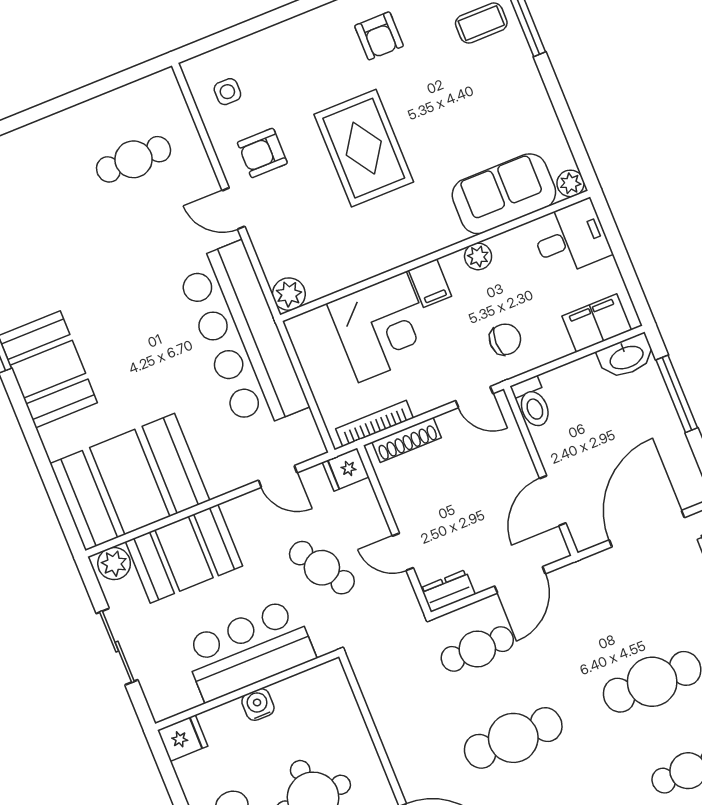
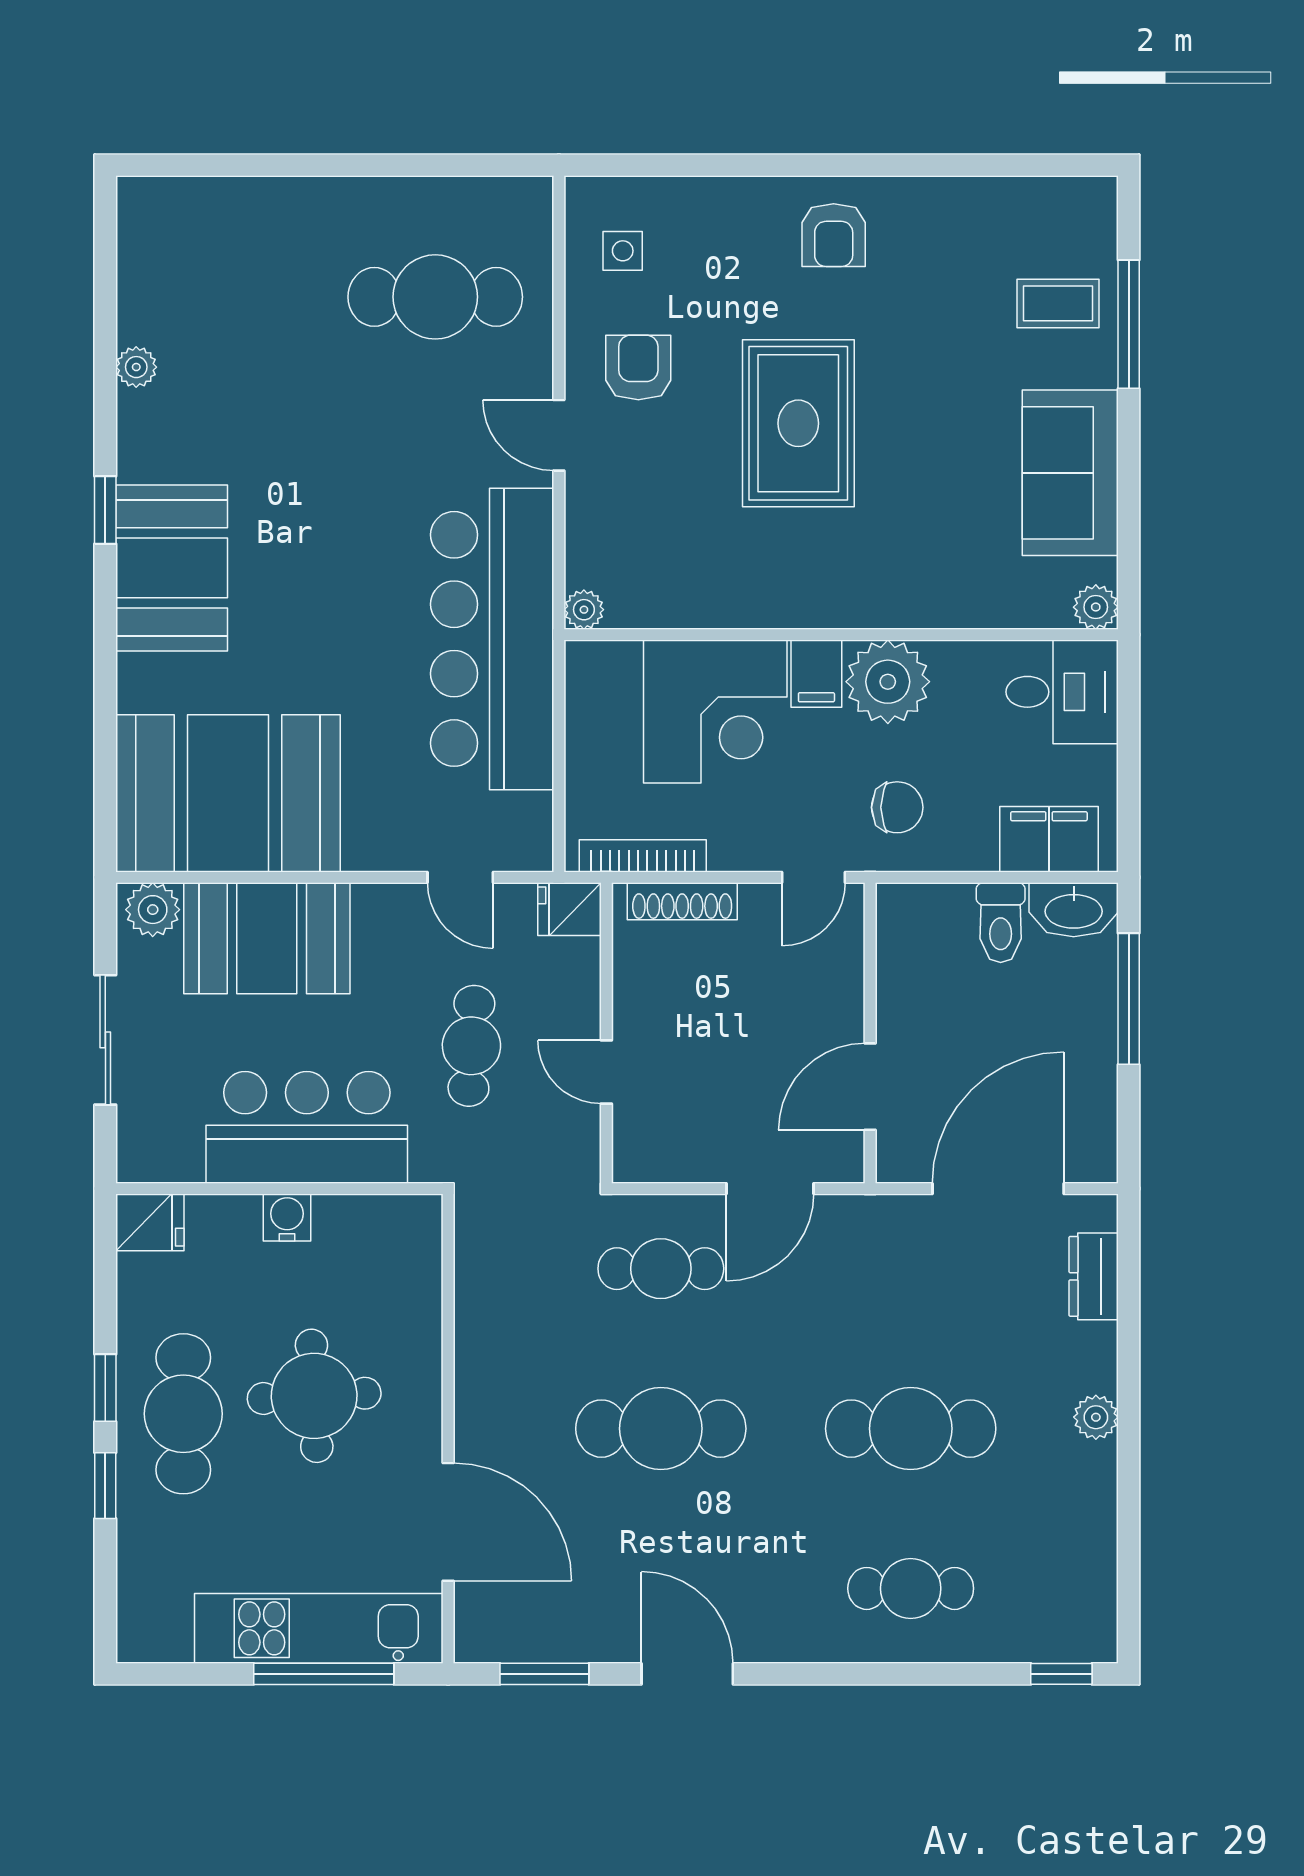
armchair: (379, 36) -> (834, 235), moved
armchair: (262, 153) -> (638, 367), turned 90
cafe table: (134, 159) -> (435, 297), width x1.37, depth x1.35
sofa: (504, 194) -> (1070, 473), moved, turned -90
plant: (478, 256) -> (888, 682), width x1.88, depth x1.88
plant: (289, 294) -> (584, 610), width x0.73, depth x0.73
door: (474, 397) -> (814, 877), hinge flipped
toilet: (532, 403) -> (1001, 923), moved
cafe table: (322, 568) -> (471, 1046), turned 37
dresser: (448, 591) -> (652, 1161), removed

